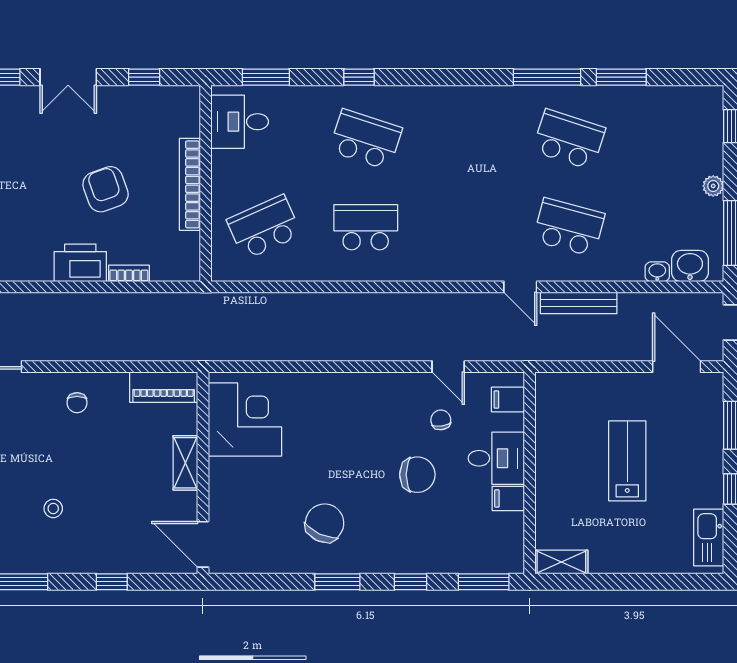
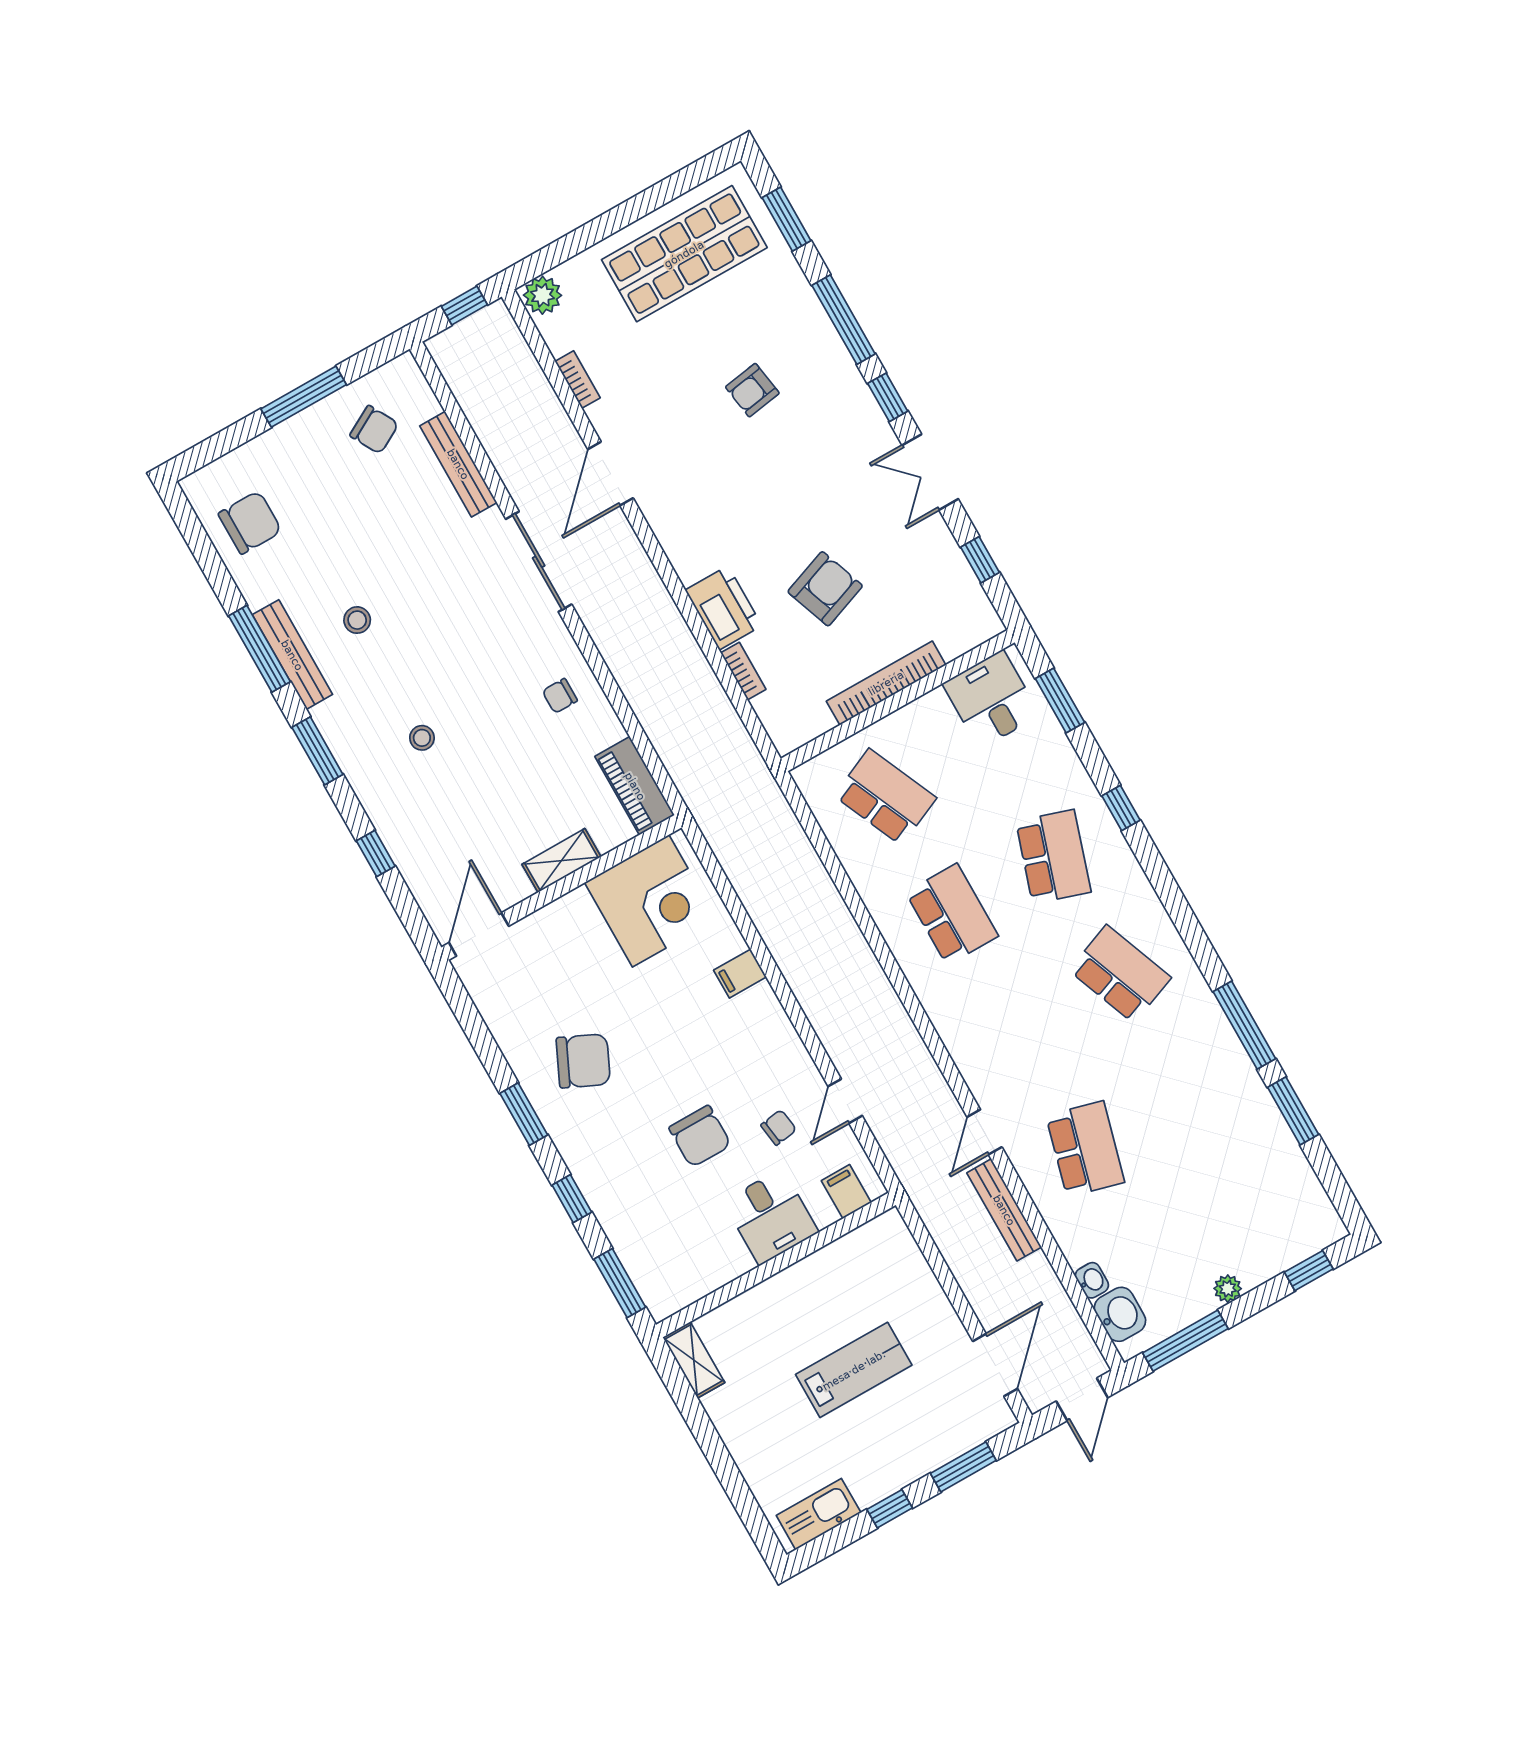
school desk: (569, 139) -> (1120, 974), moved, turned -39
filing cabinet: (508, 498) -> (740, 974), moved, turned -90

